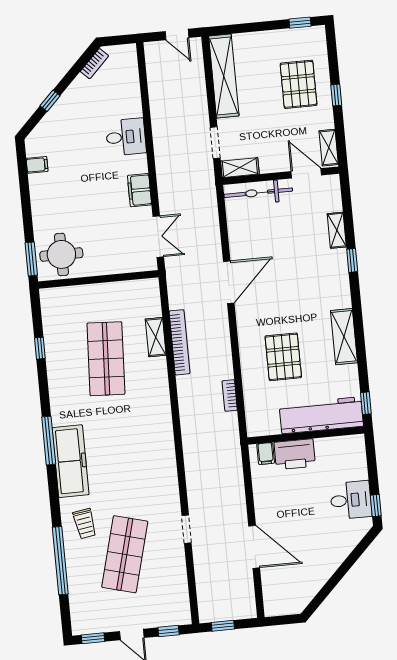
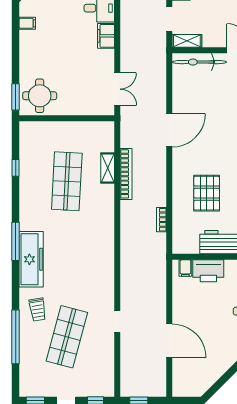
filing cabinet: (140, 190) -> (106, 36), moved

